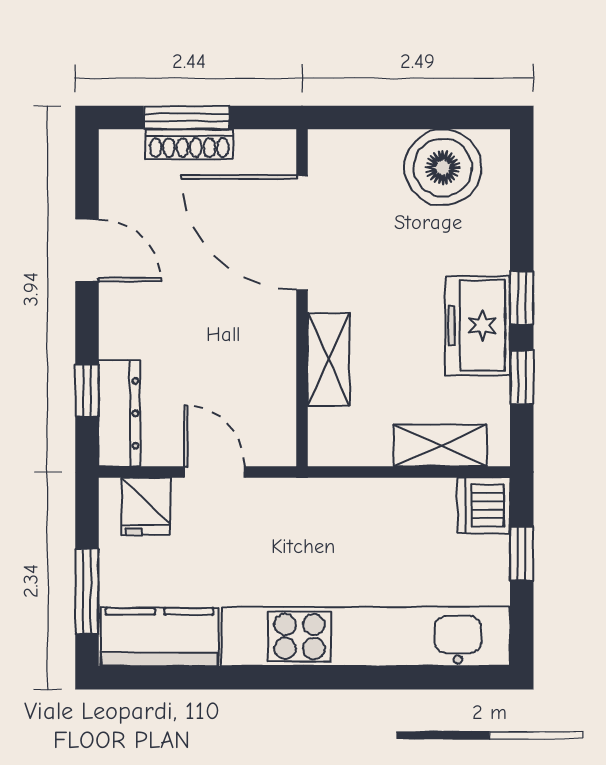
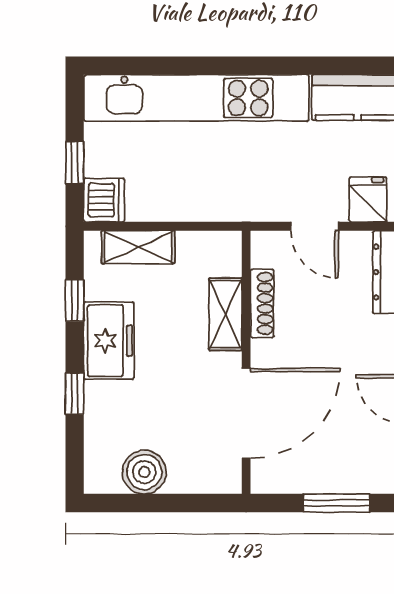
shoe rack: (189, 144) -> (262, 303), moved, turned 90
boiler: (443, 168) -> (144, 472), width x0.73, depth x0.73
door: (302, 233) -> (246, 413), hinge flipped
window: (522, 298) -> (75, 394), moved

